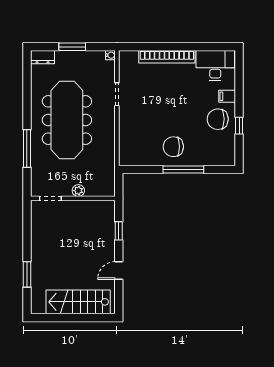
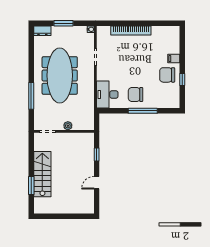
desk: (215, 66) -> (107, 94), moved, turned -90
stairs: (78, 302) -> (42, 174), moved, turned 90

